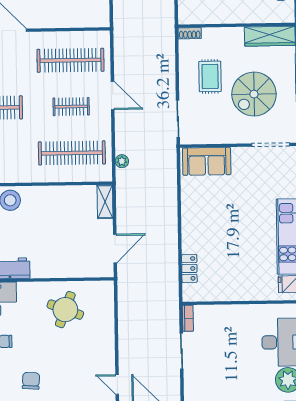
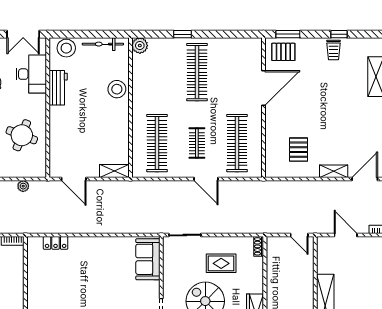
door: (113, 96) -> (206, 179), hinge flipped
plant: (122, 161) -> (23, 186), moved

